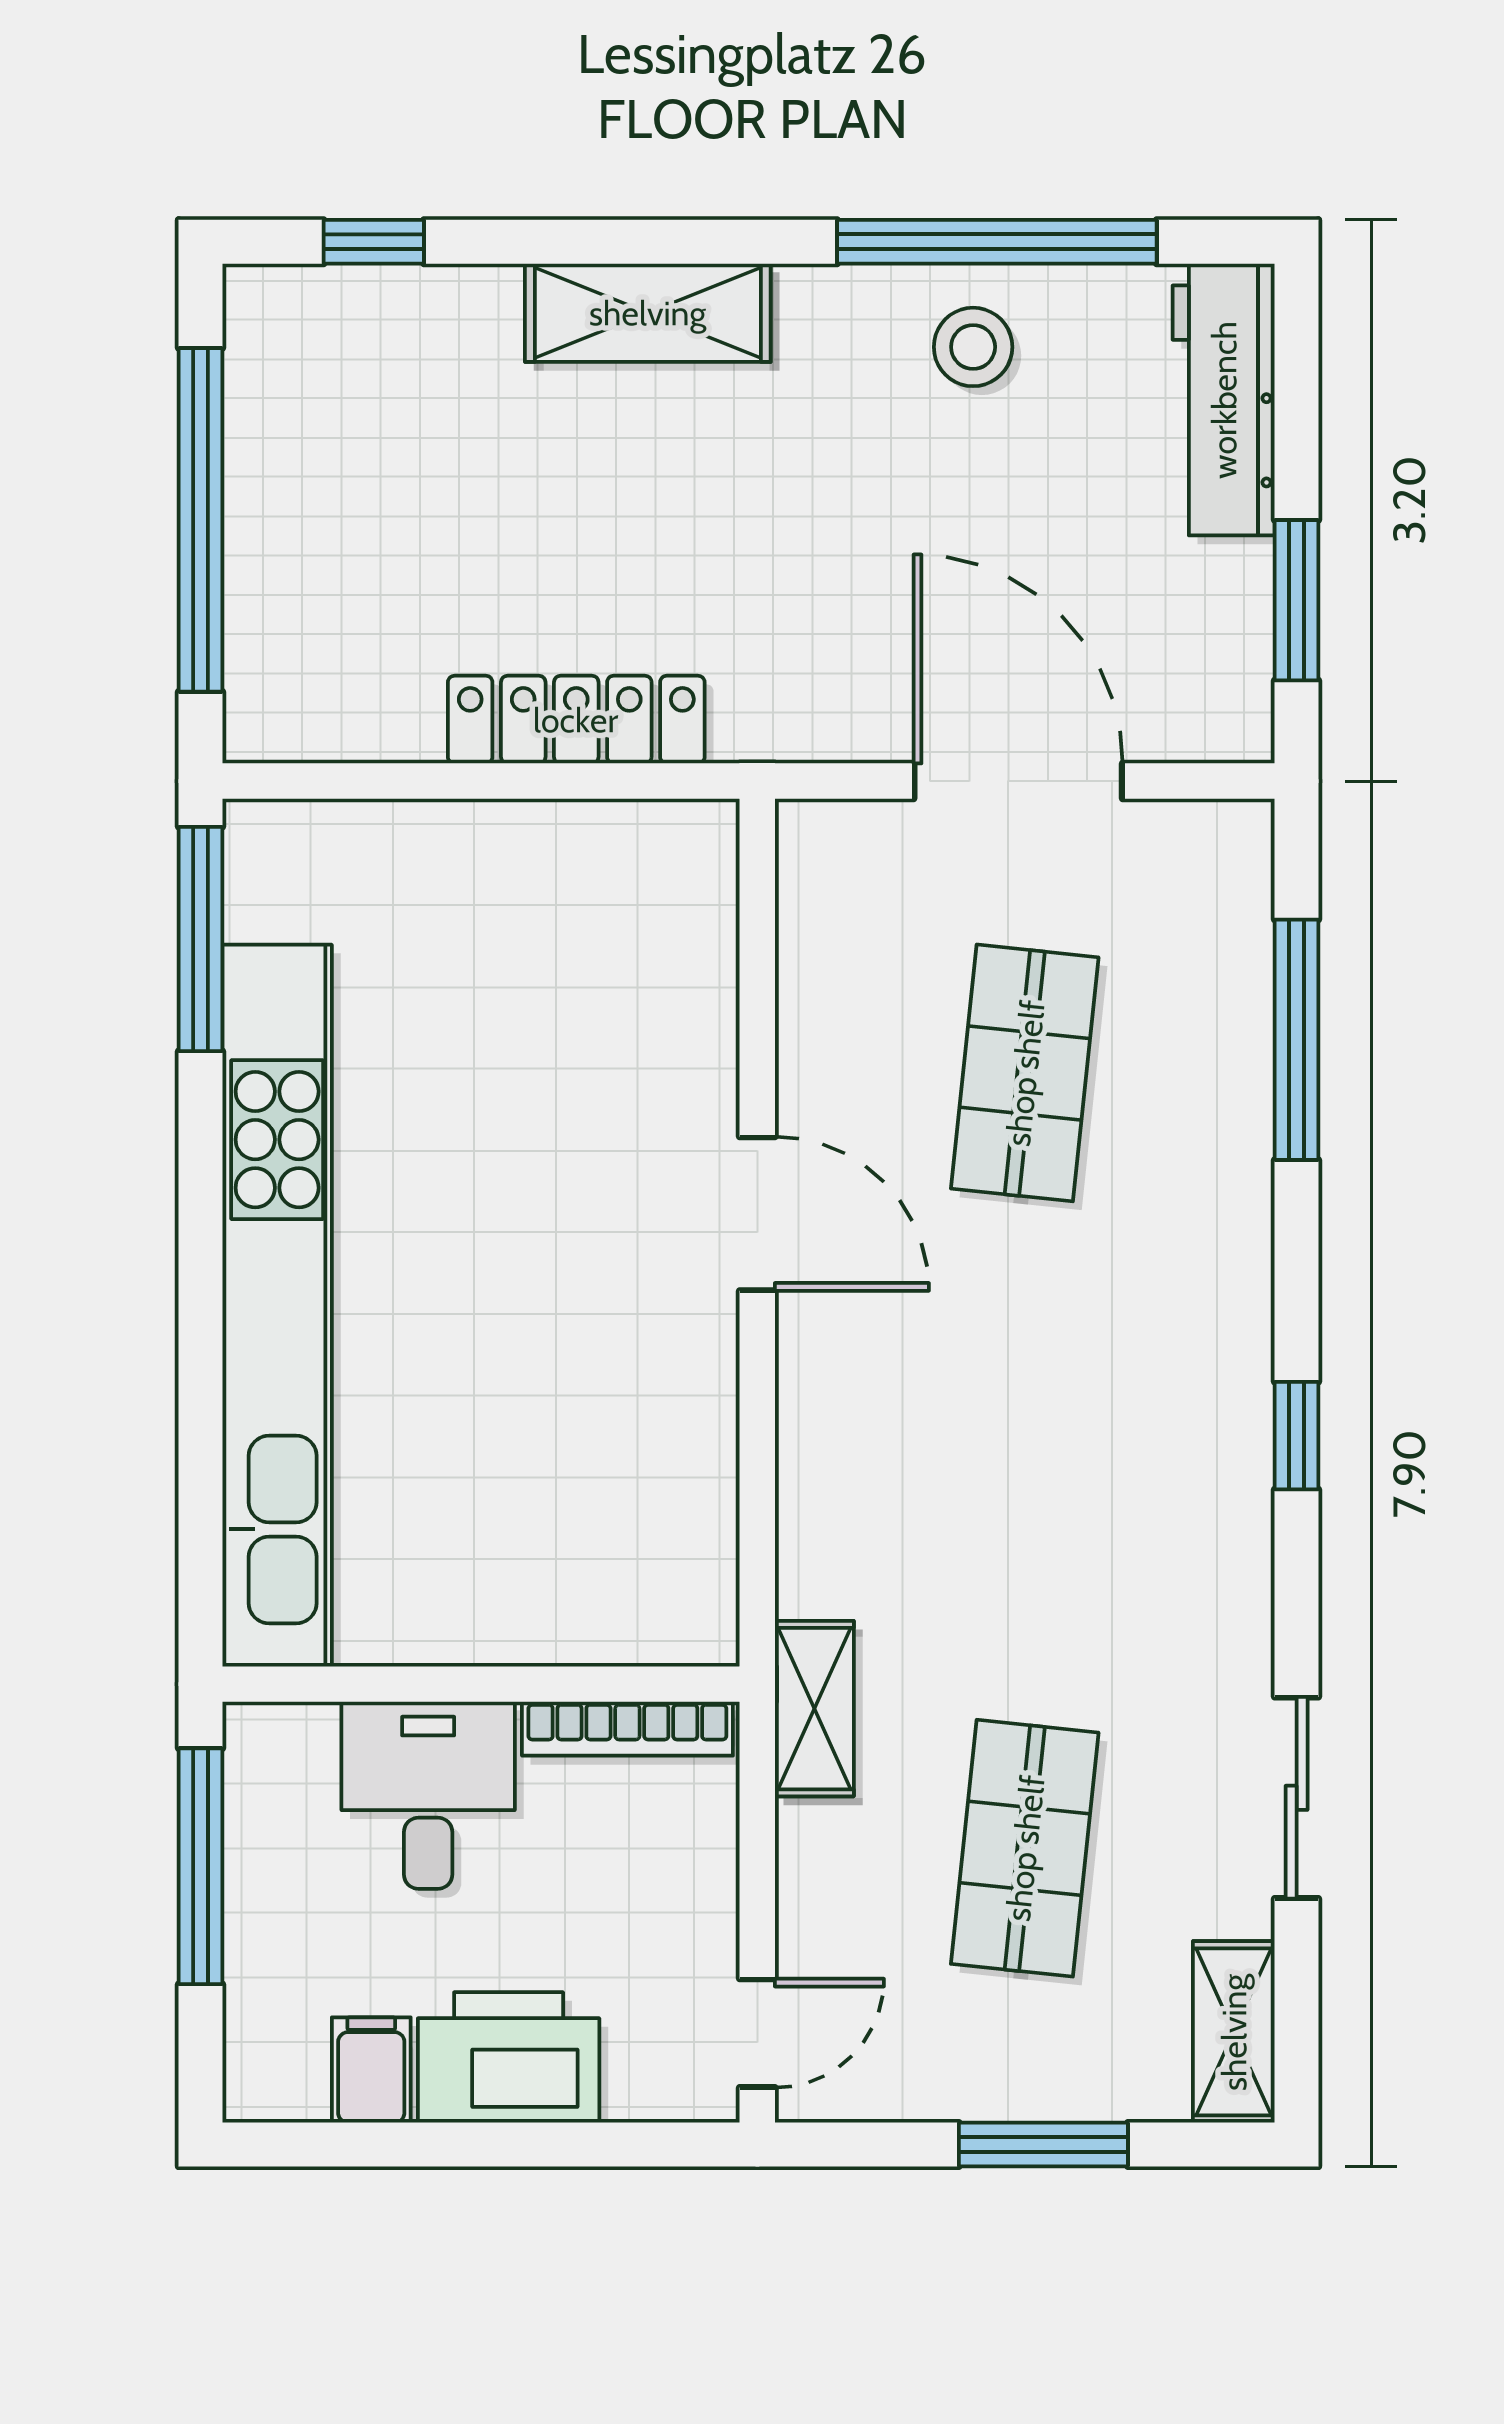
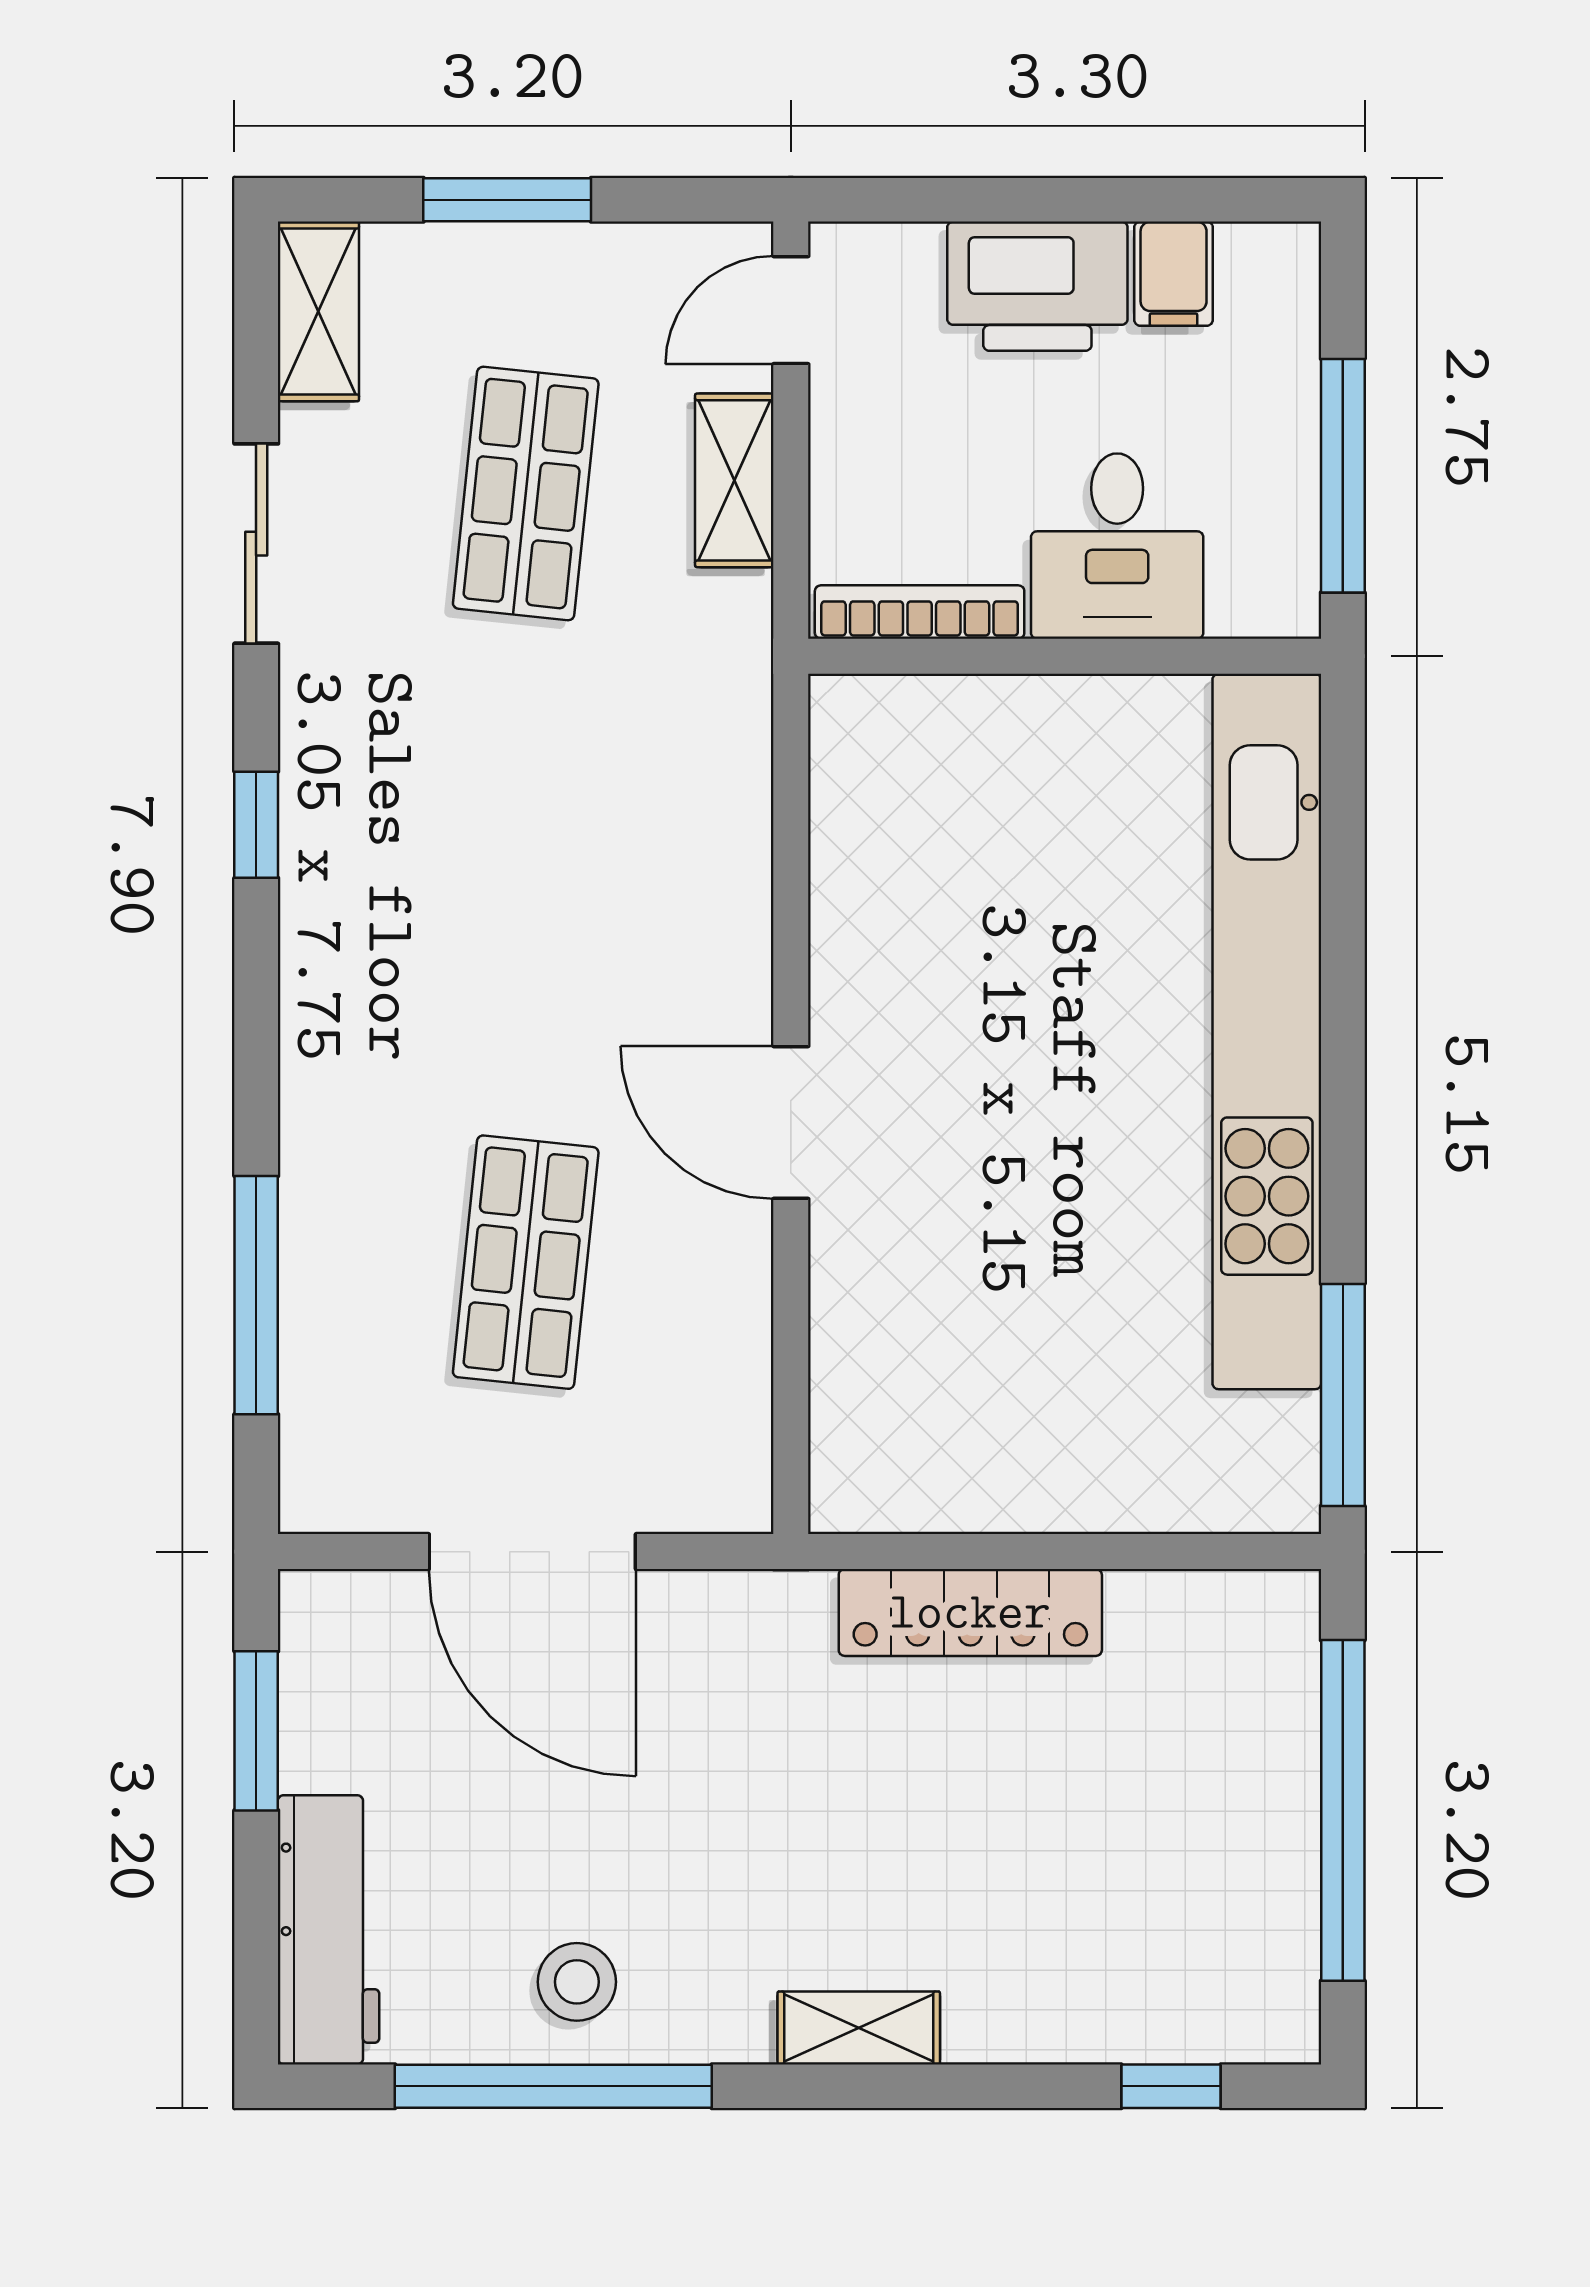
shelving: (648, 313) -> (859, 2028), width x0.67, depth x0.75
window: (1297, 1436) -> (256, 825), moved
shelving: (814, 1709) -> (734, 480), moved

